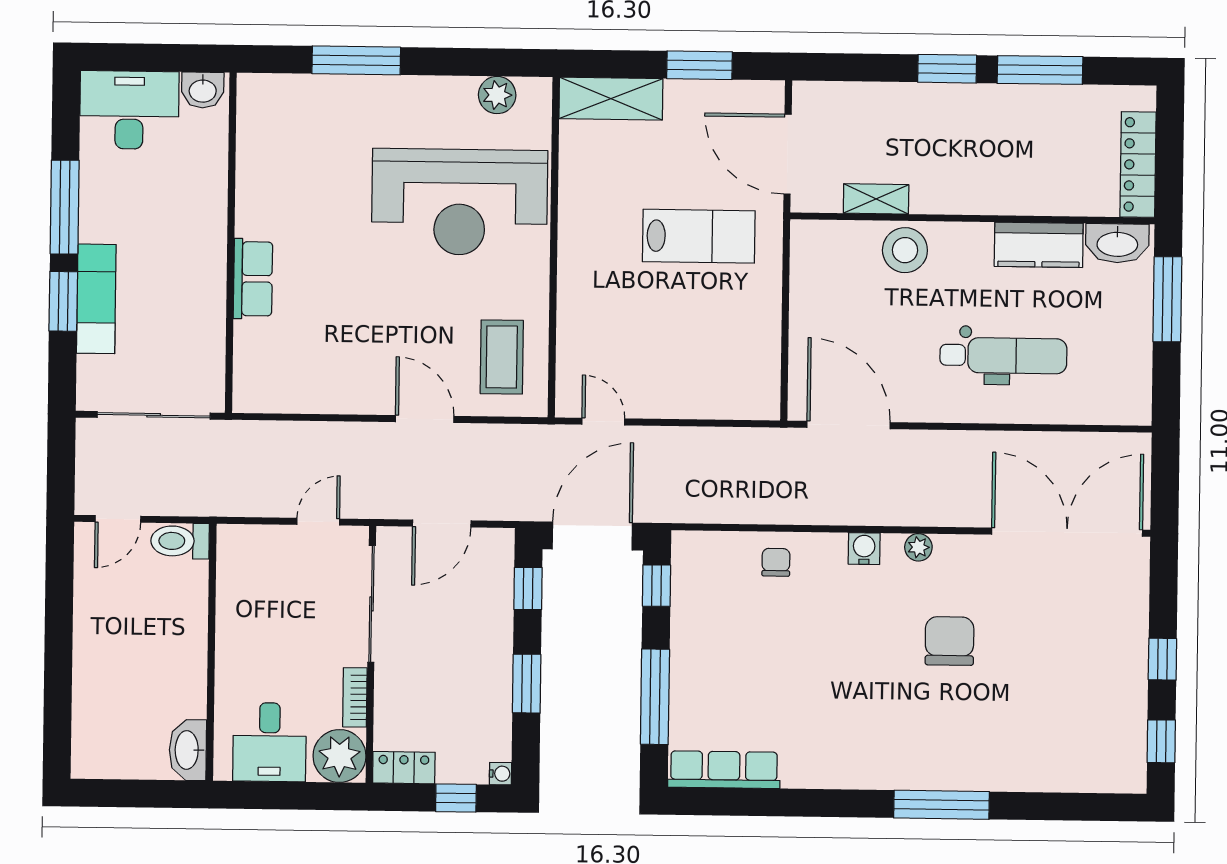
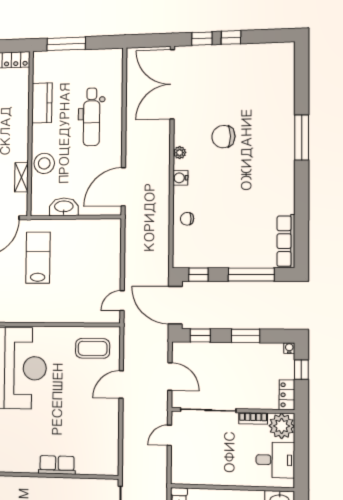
washbasin: (1117, 243) -> (64, 207), moved, turned -90
dental chair: (1003, 356) -> (92, 117), turned 180
door: (318, 522) -> (169, 435), hinge flipped
window: (1161, 741) -> (202, 39), moved

